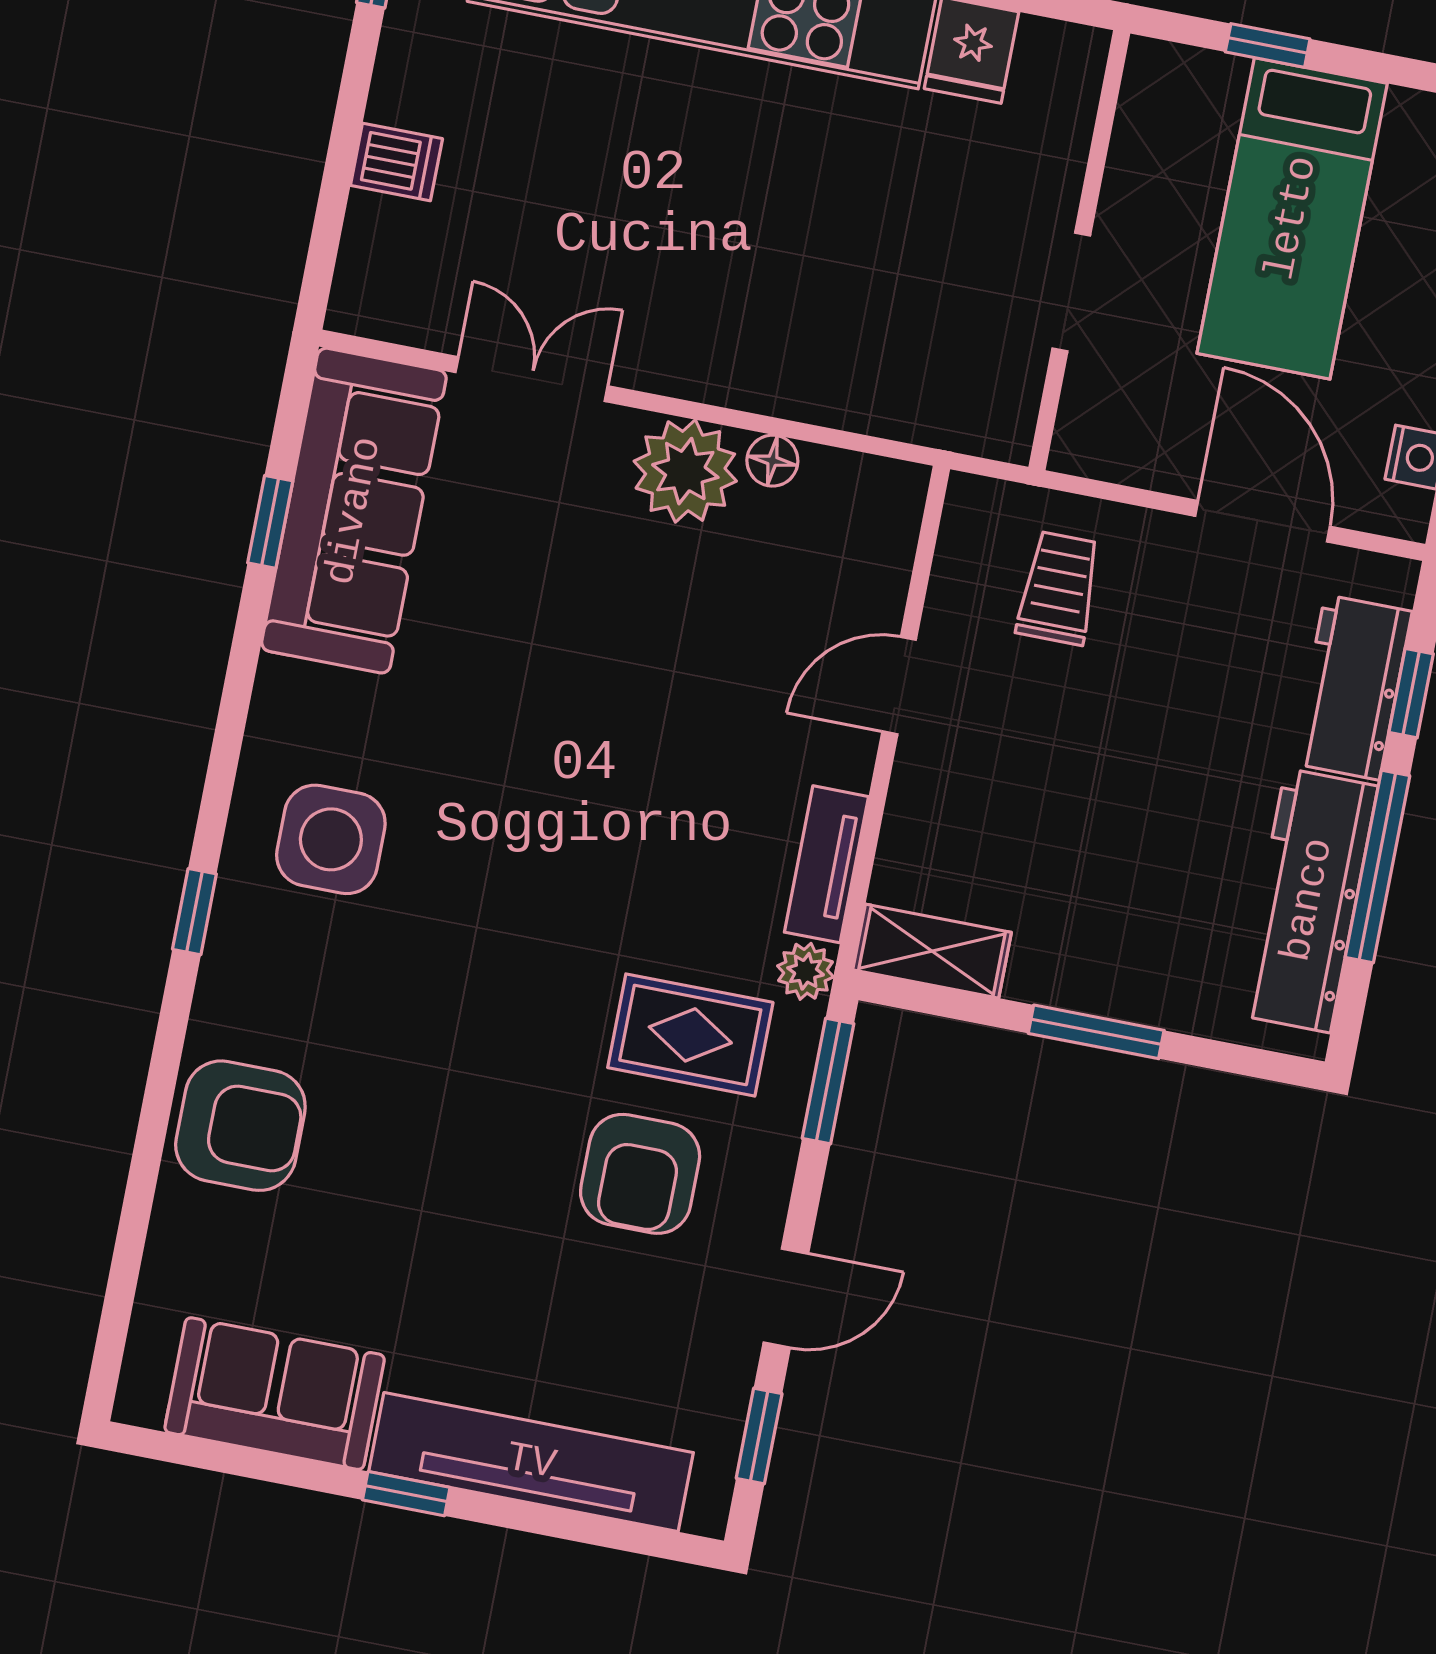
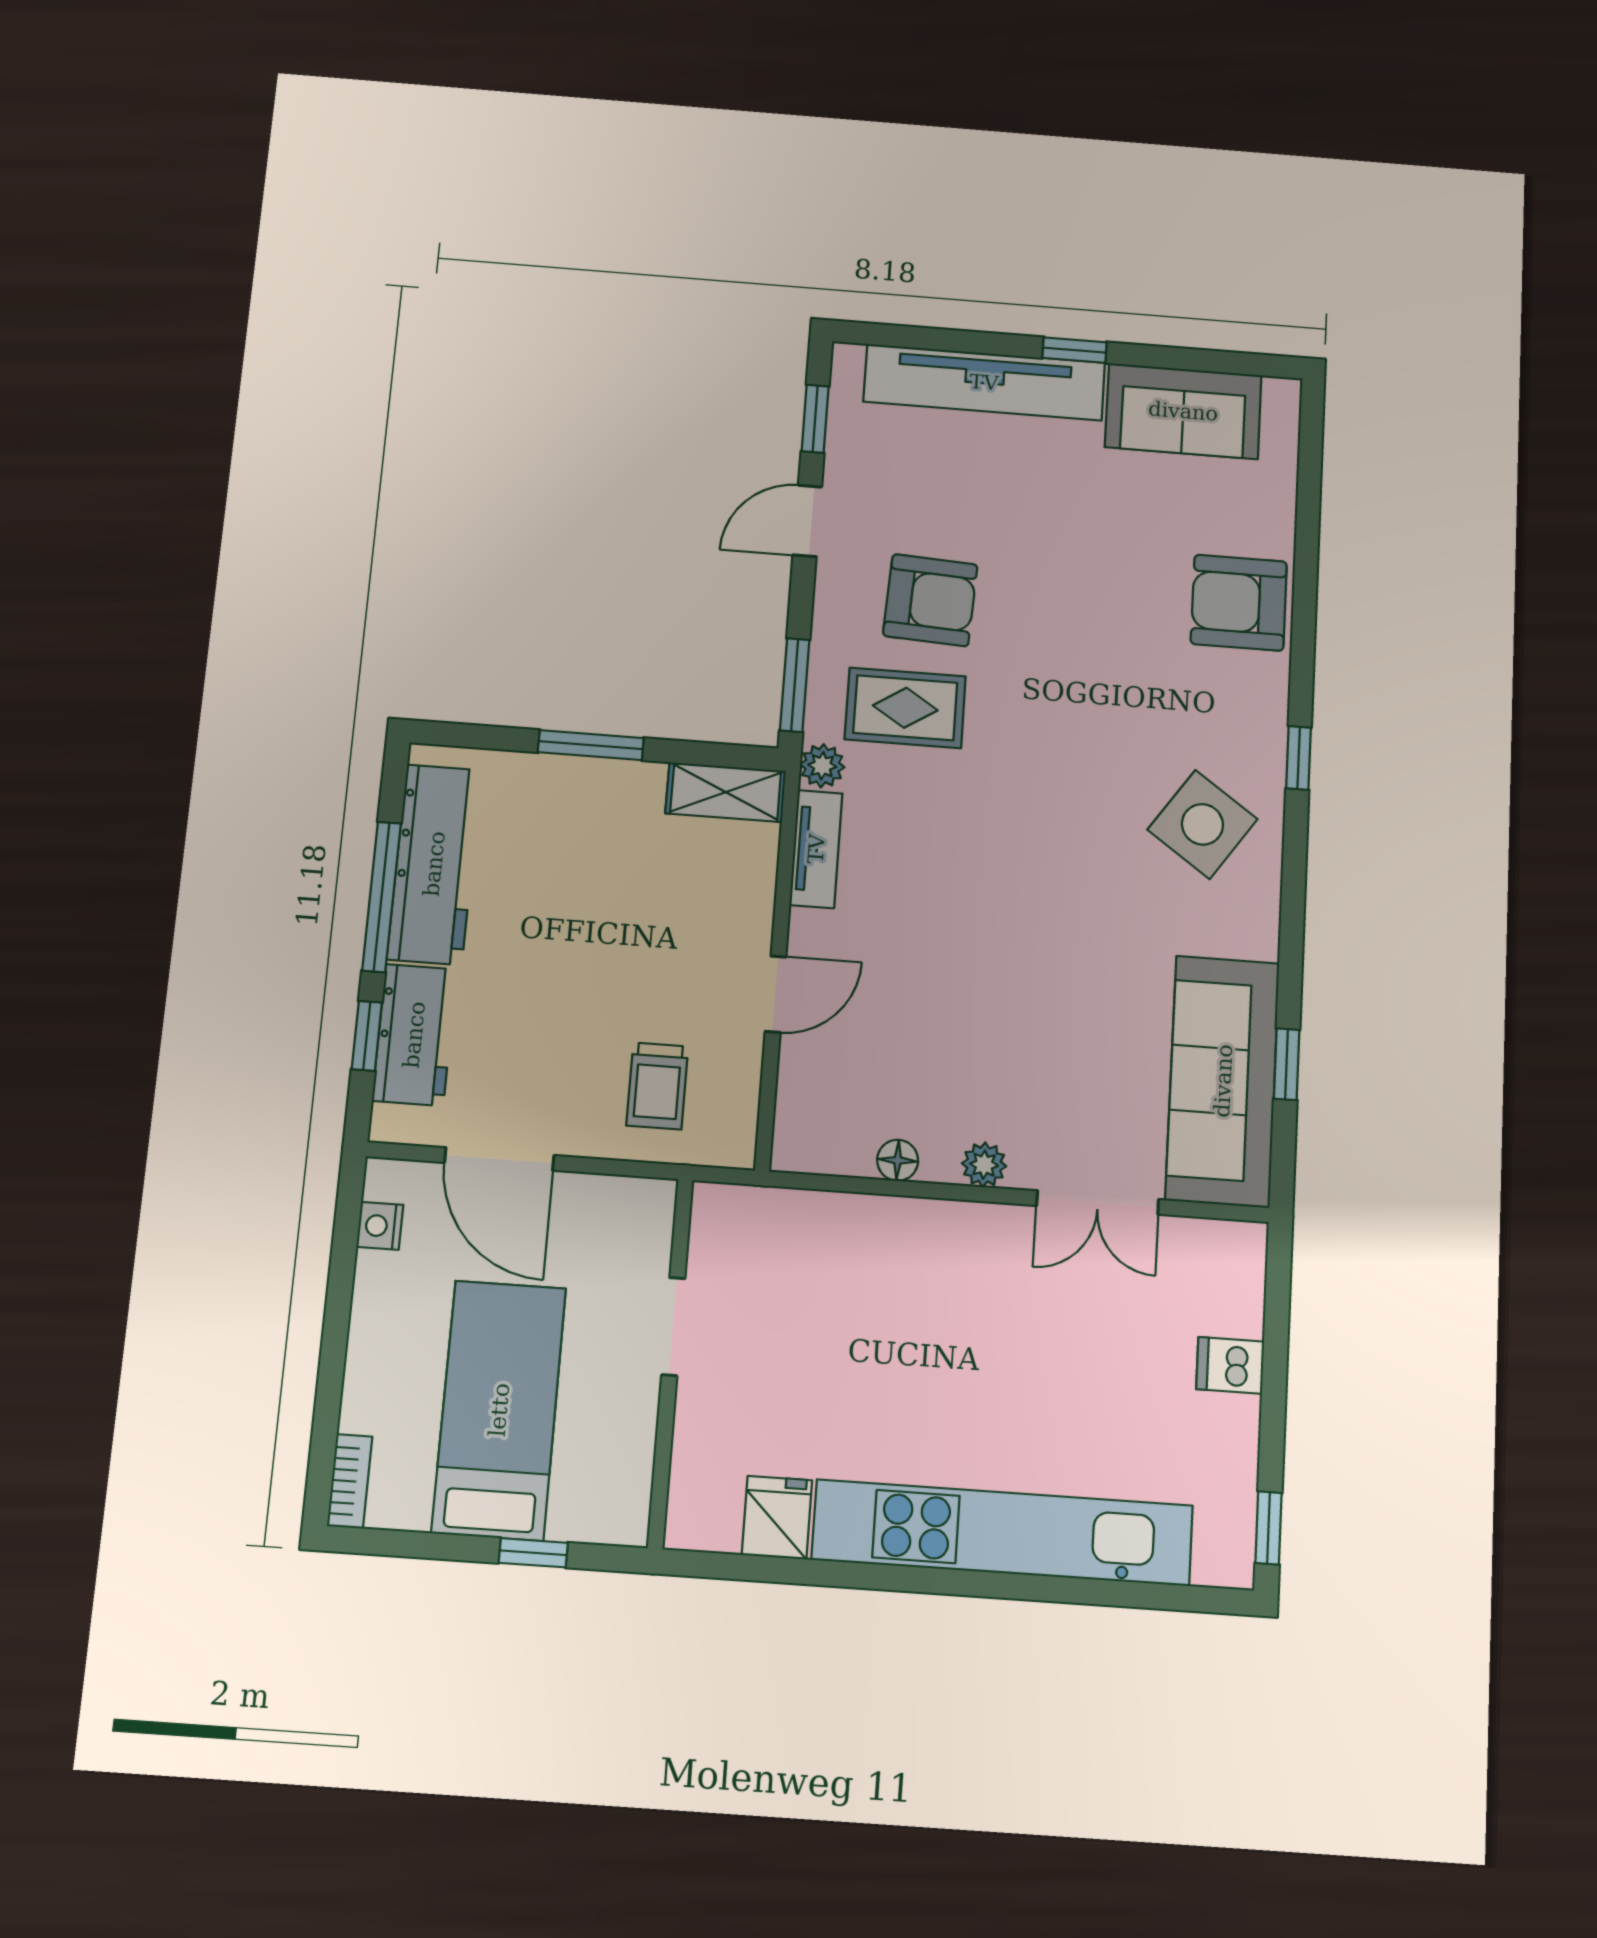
plant: (685, 471) -> (984, 1165), width x0.53, depth x0.53
side table: (331, 839) -> (1202, 824), turned 35
armchair: (640, 1174) -> (930, 600), turned 93

